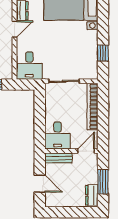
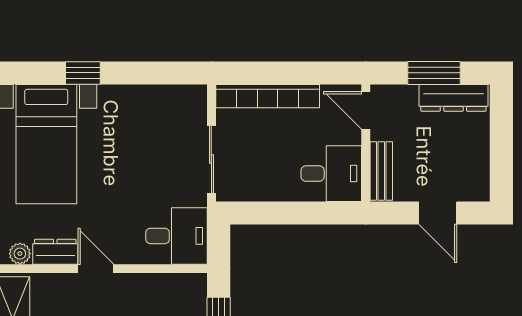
window: (103, 53) -> (83, 73), moved
door: (40, 184) -> (438, 213), swing flipped
dresser: (92, 195) -> (453, 98), width x1.44

